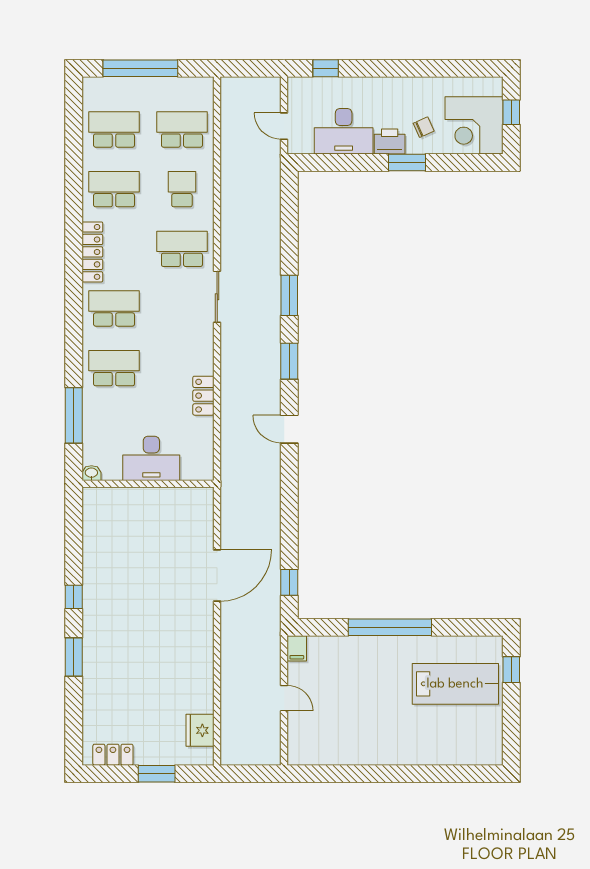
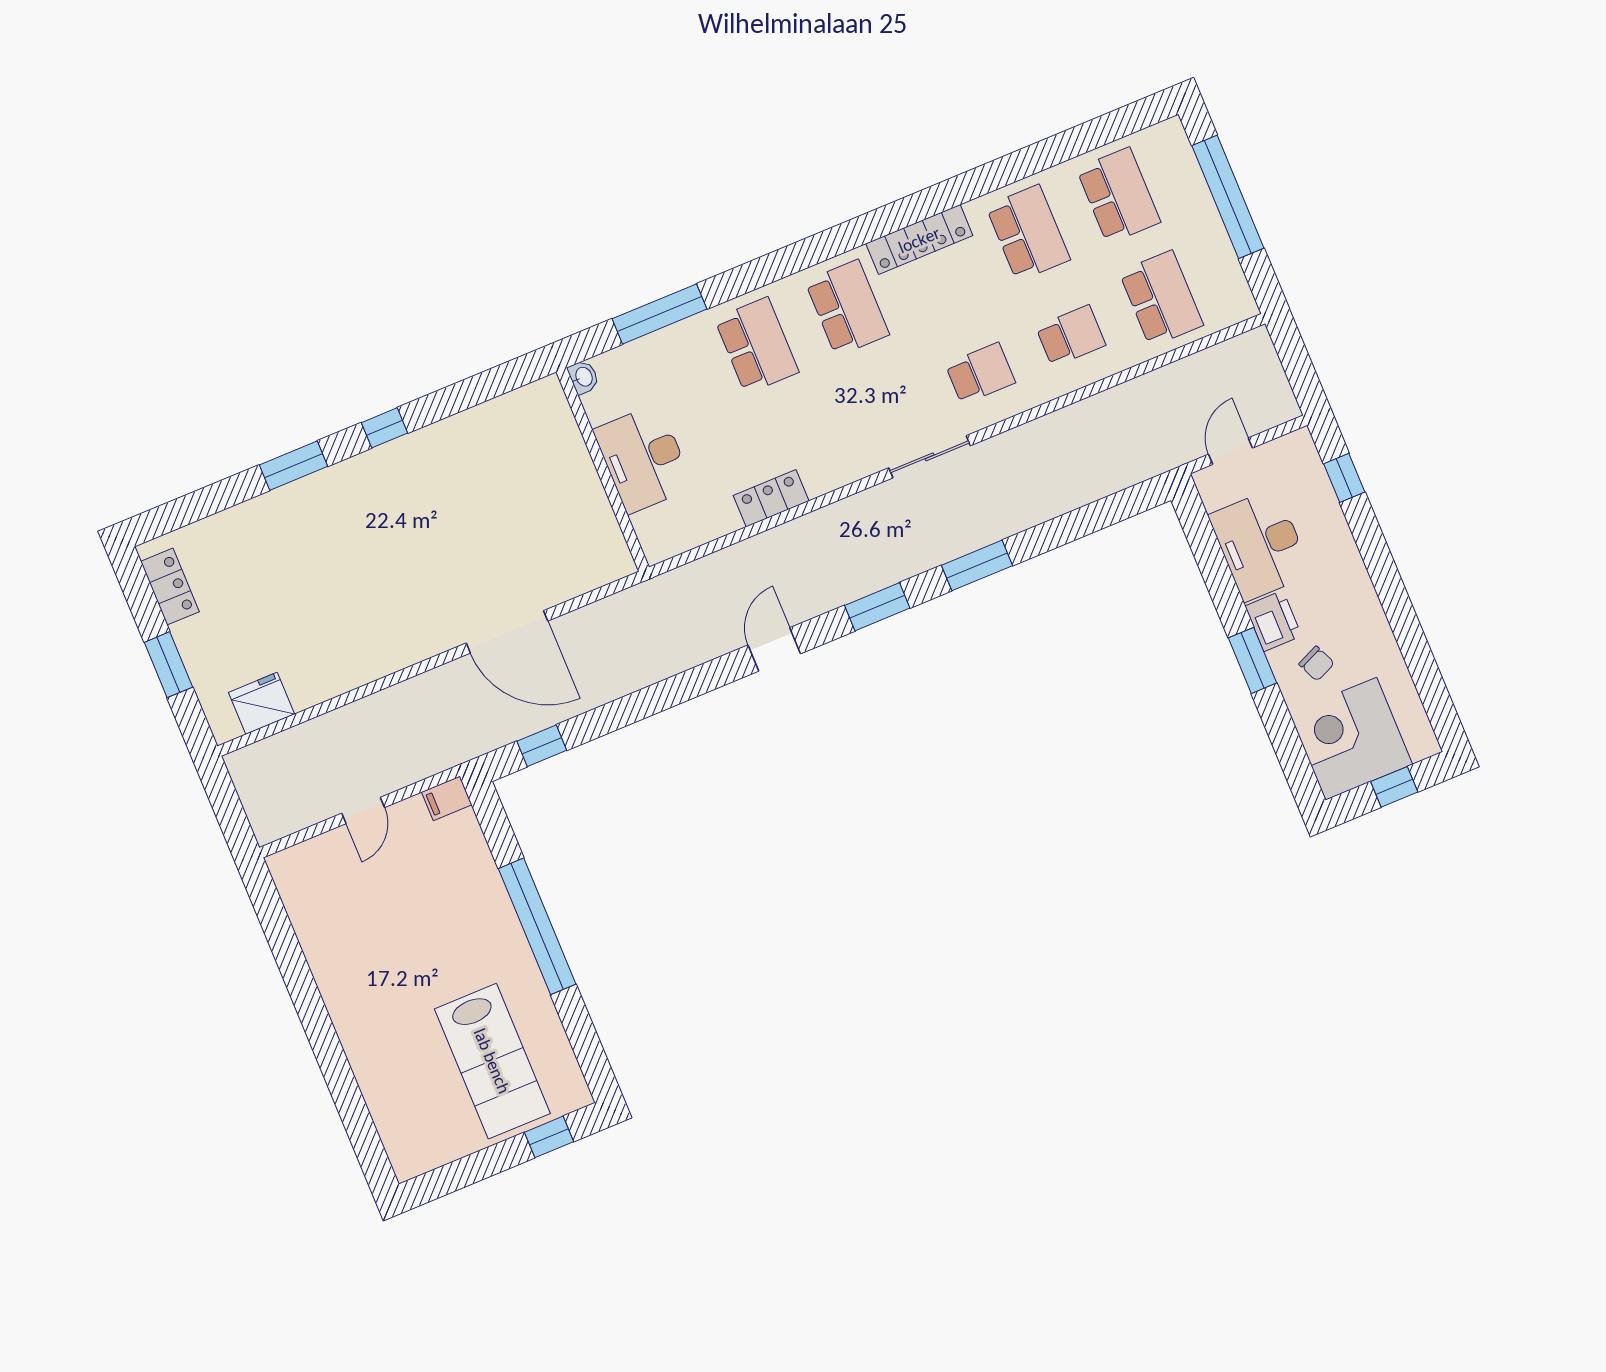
school desk: (182, 249) -> (980, 373), width x0.54

